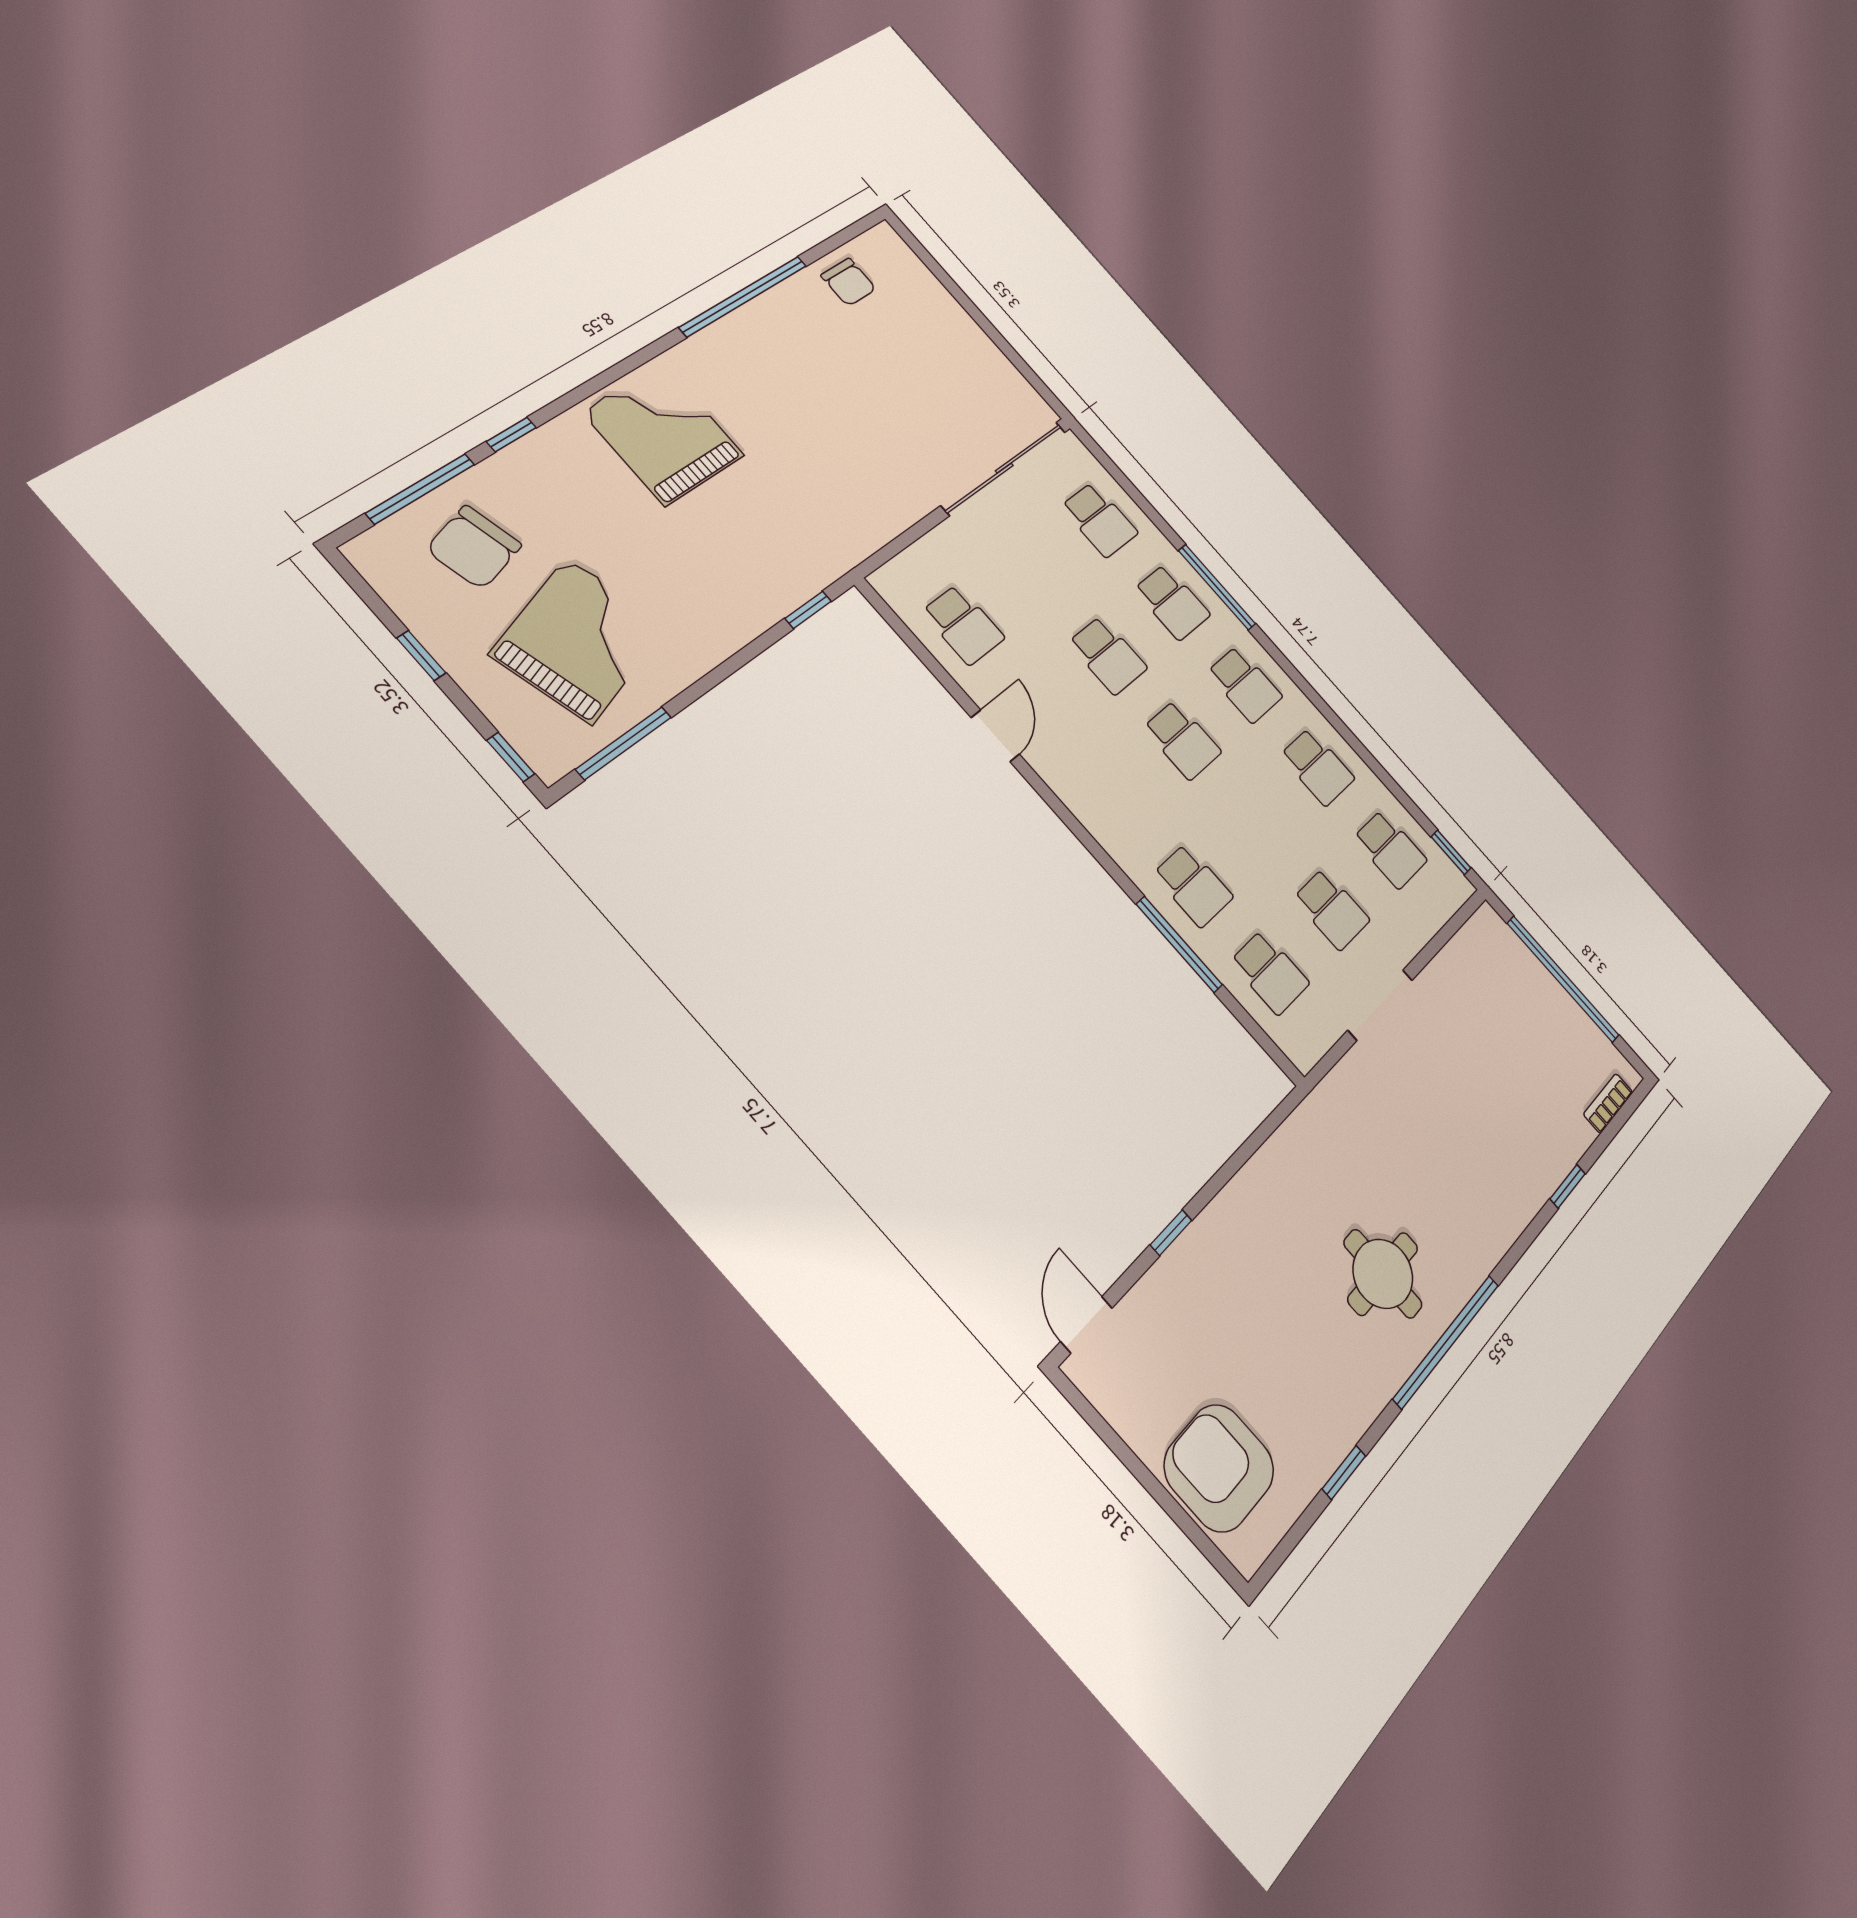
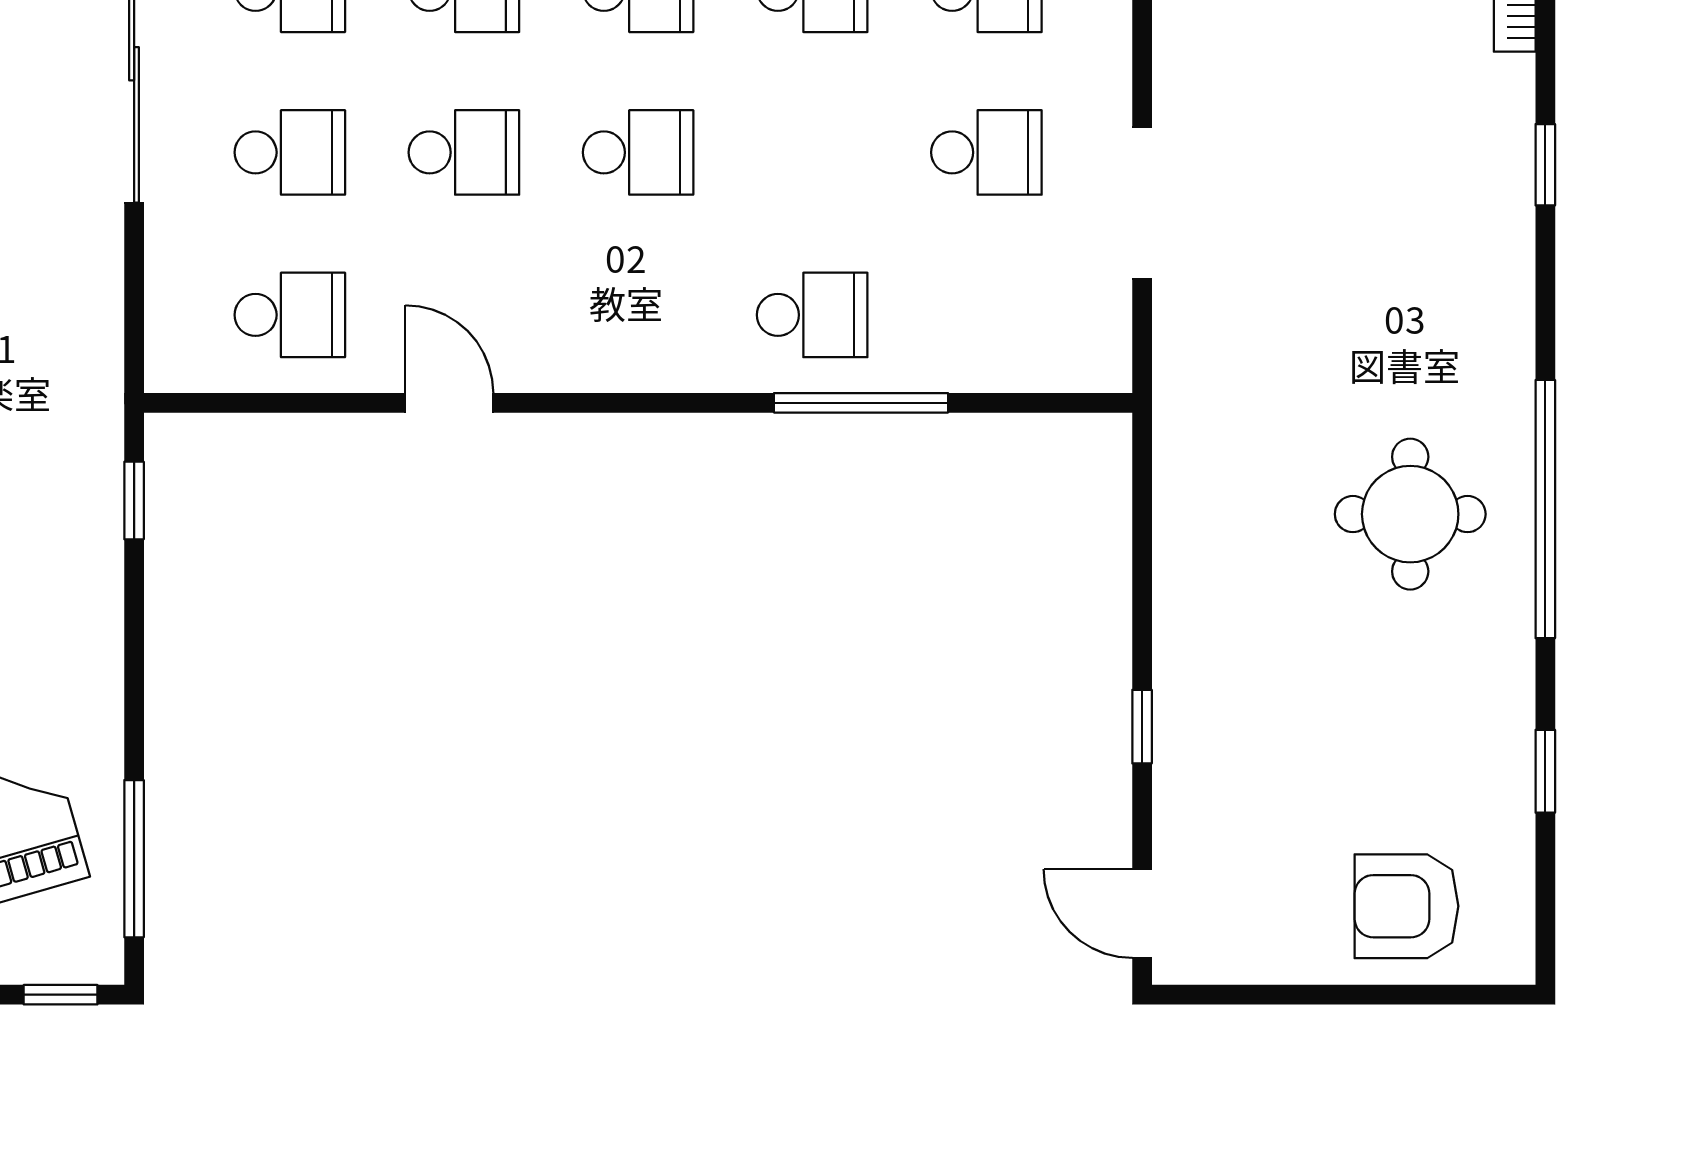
school desk: (1270, 972) -> (290, 152), moved
armchair: (1219, 1468) -> (1407, 906), width x0.73, depth x0.73

